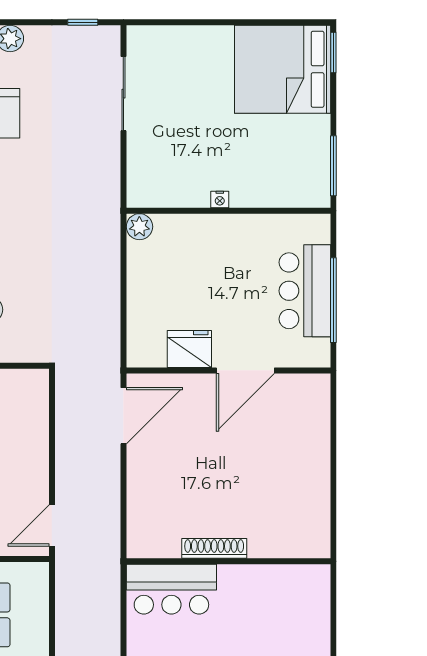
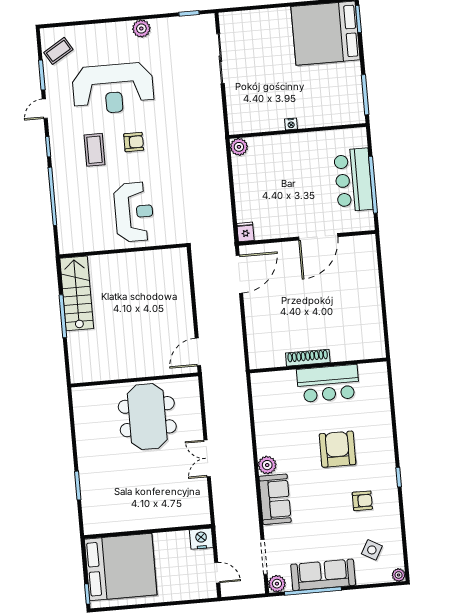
fridge: (189, 349) -> (245, 232), moved, width x0.53, depth x0.75
bar counter: (171, 589) -> (328, 383), moved

